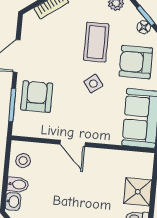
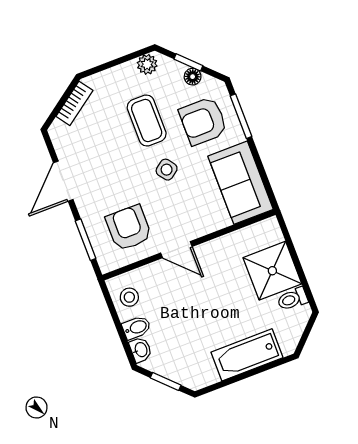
armchair: (37, 97) -> (129, 228), moved
shower: (138, 192) -> (272, 271), width x1.36, depth x1.36

